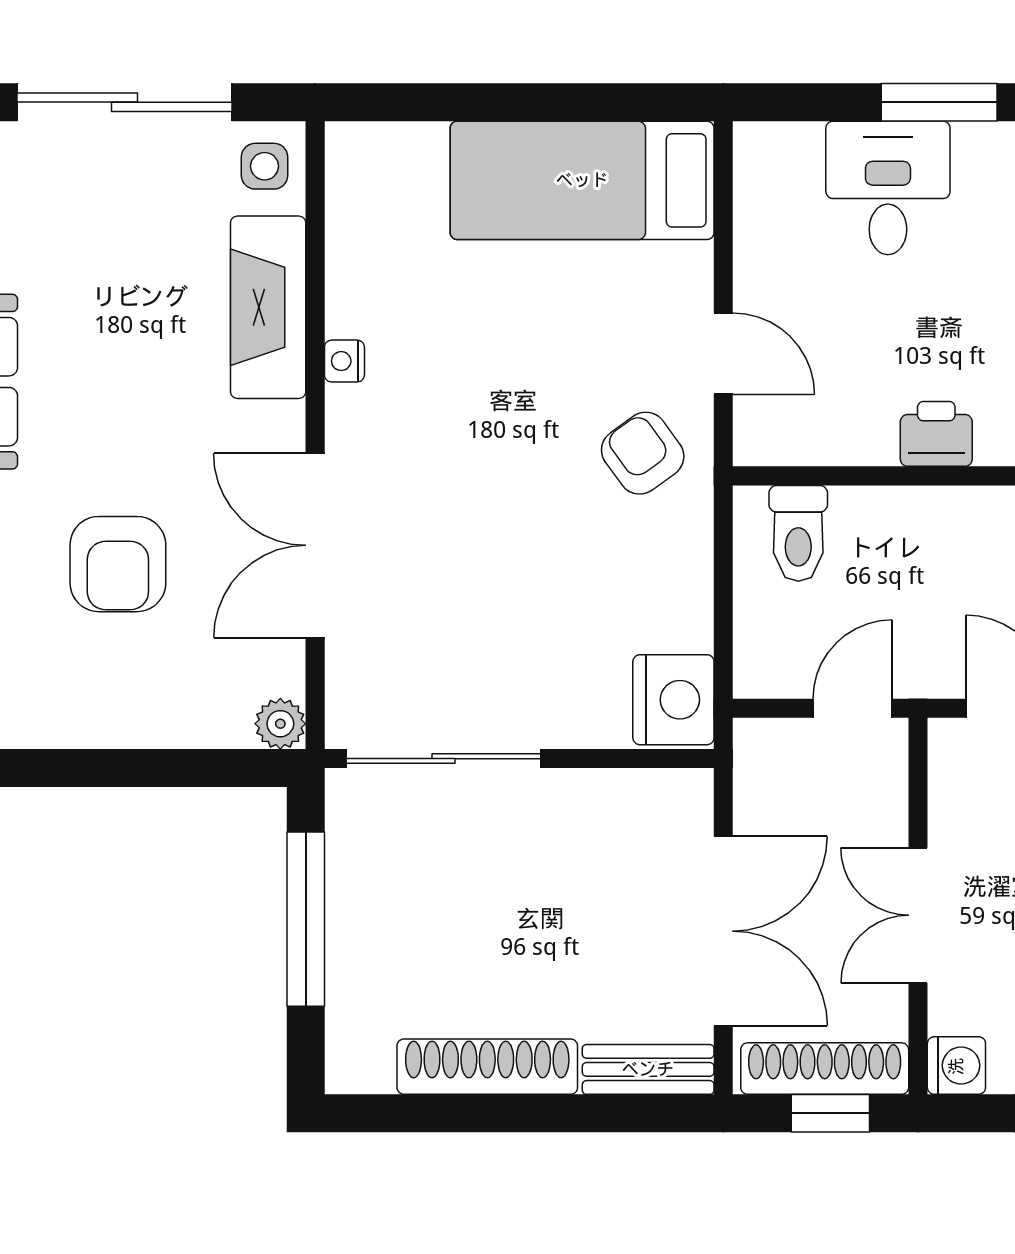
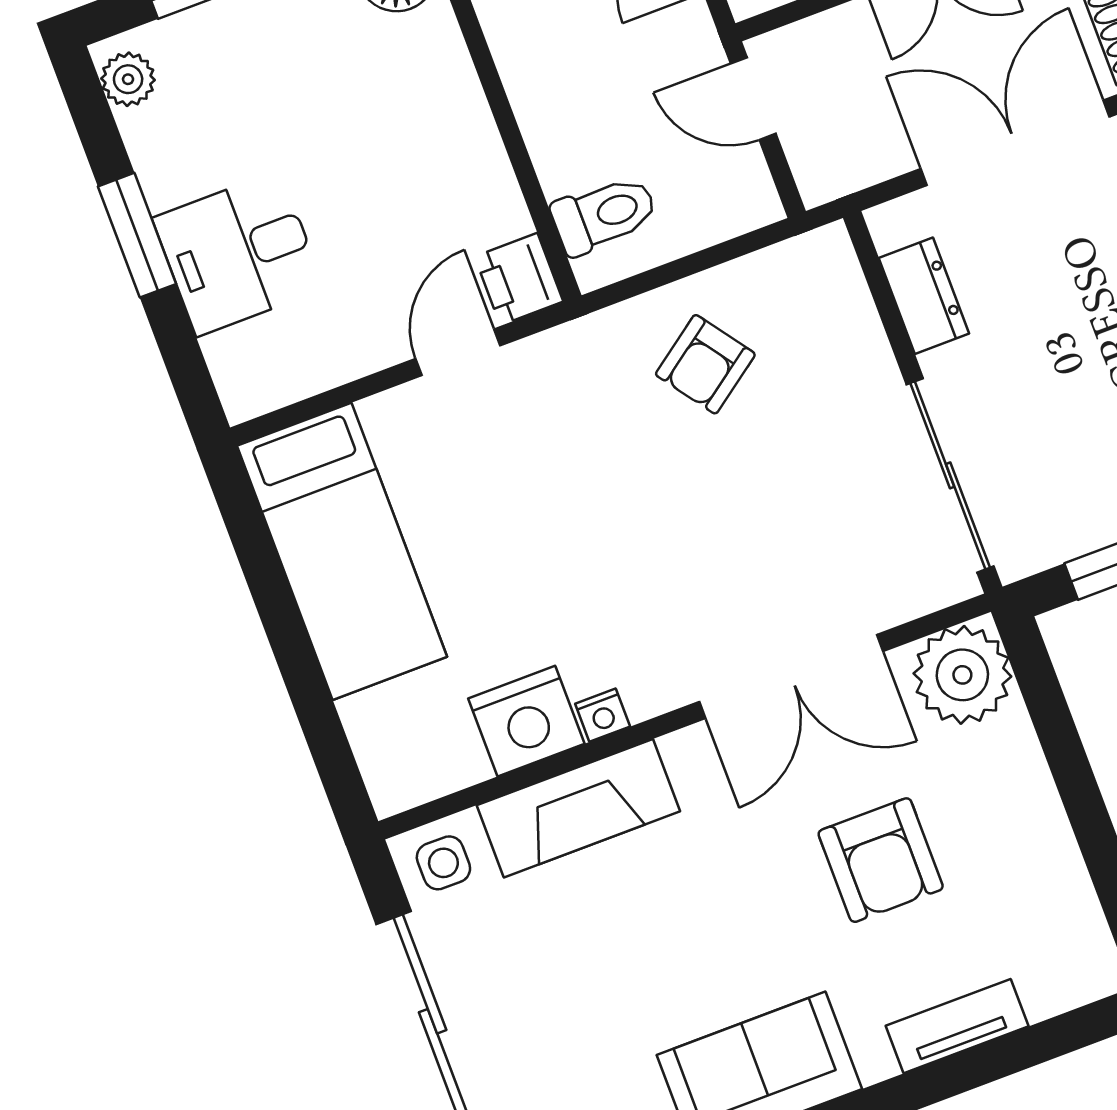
printer: (936, 434) -> (519, 279), moved
armchair: (643, 453) -> (705, 364), moved
armchair: (118, 564) -> (881, 860), turned 90
nightstand: (673, 700) -> (526, 721), moved, turned 180
plant: (280, 724) -> (962, 675), width x1.87, depth x1.87
dresser: (616, 796) -> (924, 296), added

